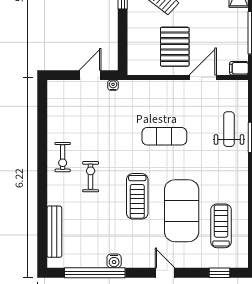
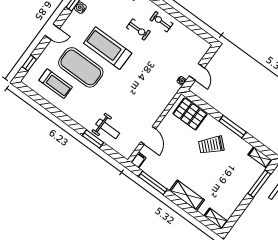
pallet: (175, 47) -> (190, 114), moved
exercise mat: (164, 136) -> (131, 89), removed
treadmill: (137, 196) -> (108, 48), width x1.37, depth x1.38

